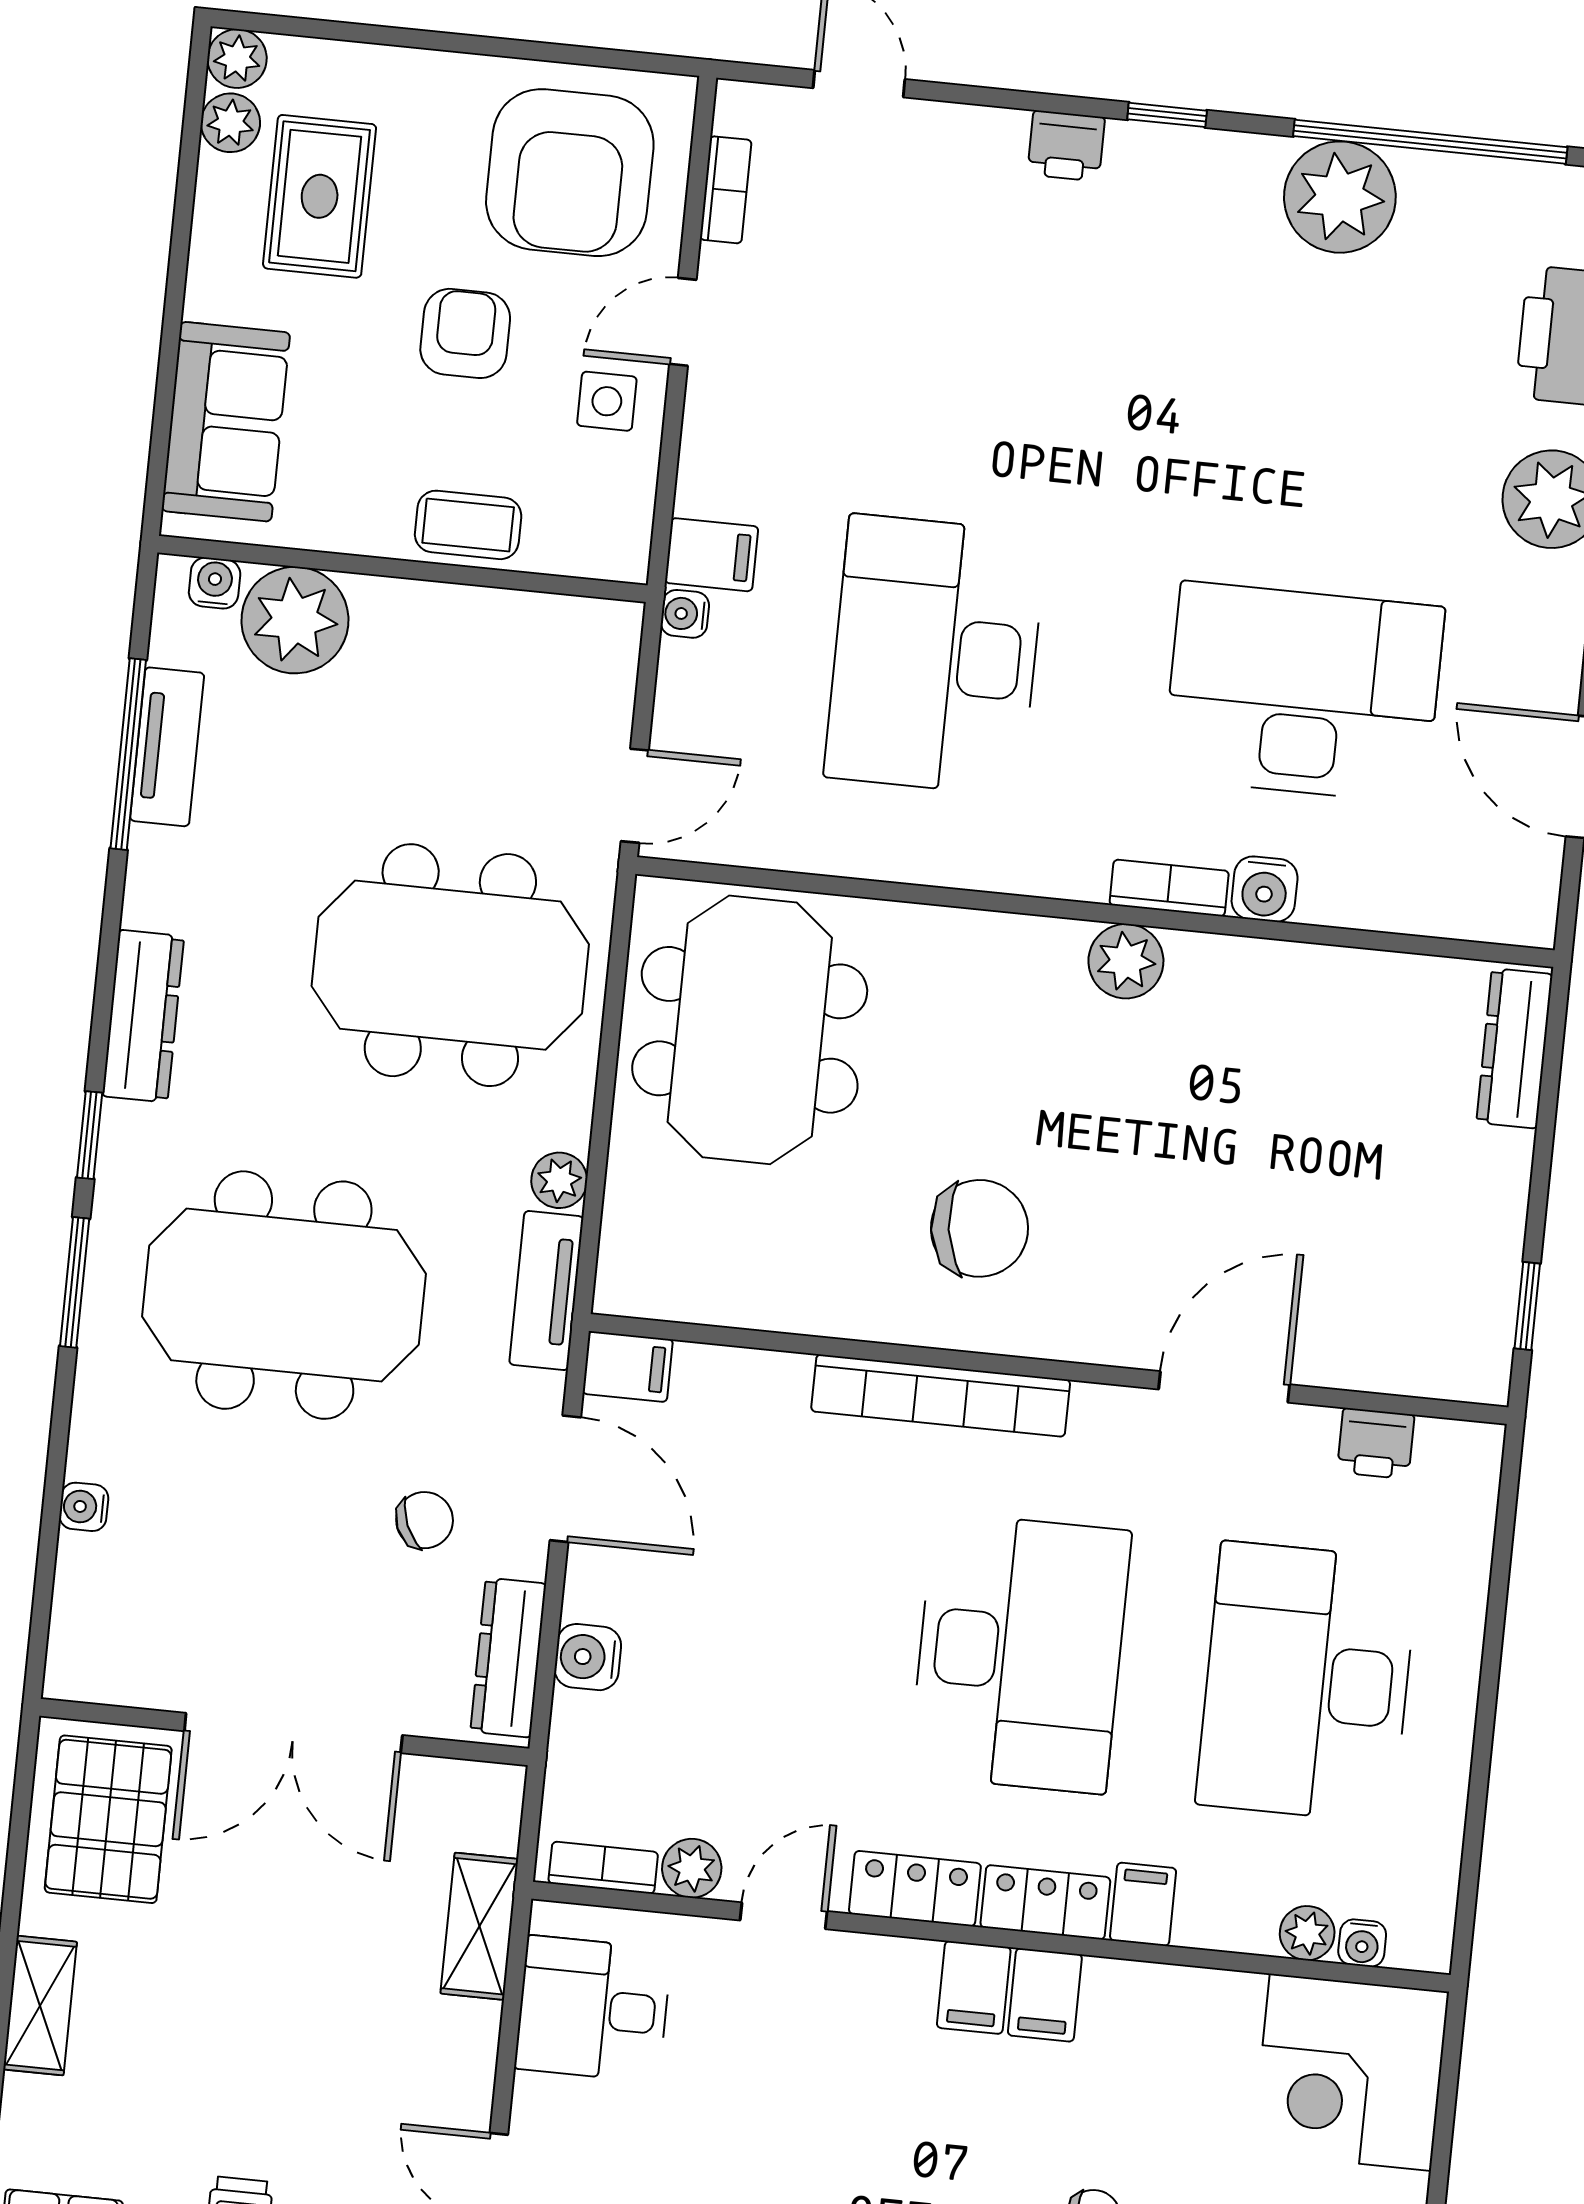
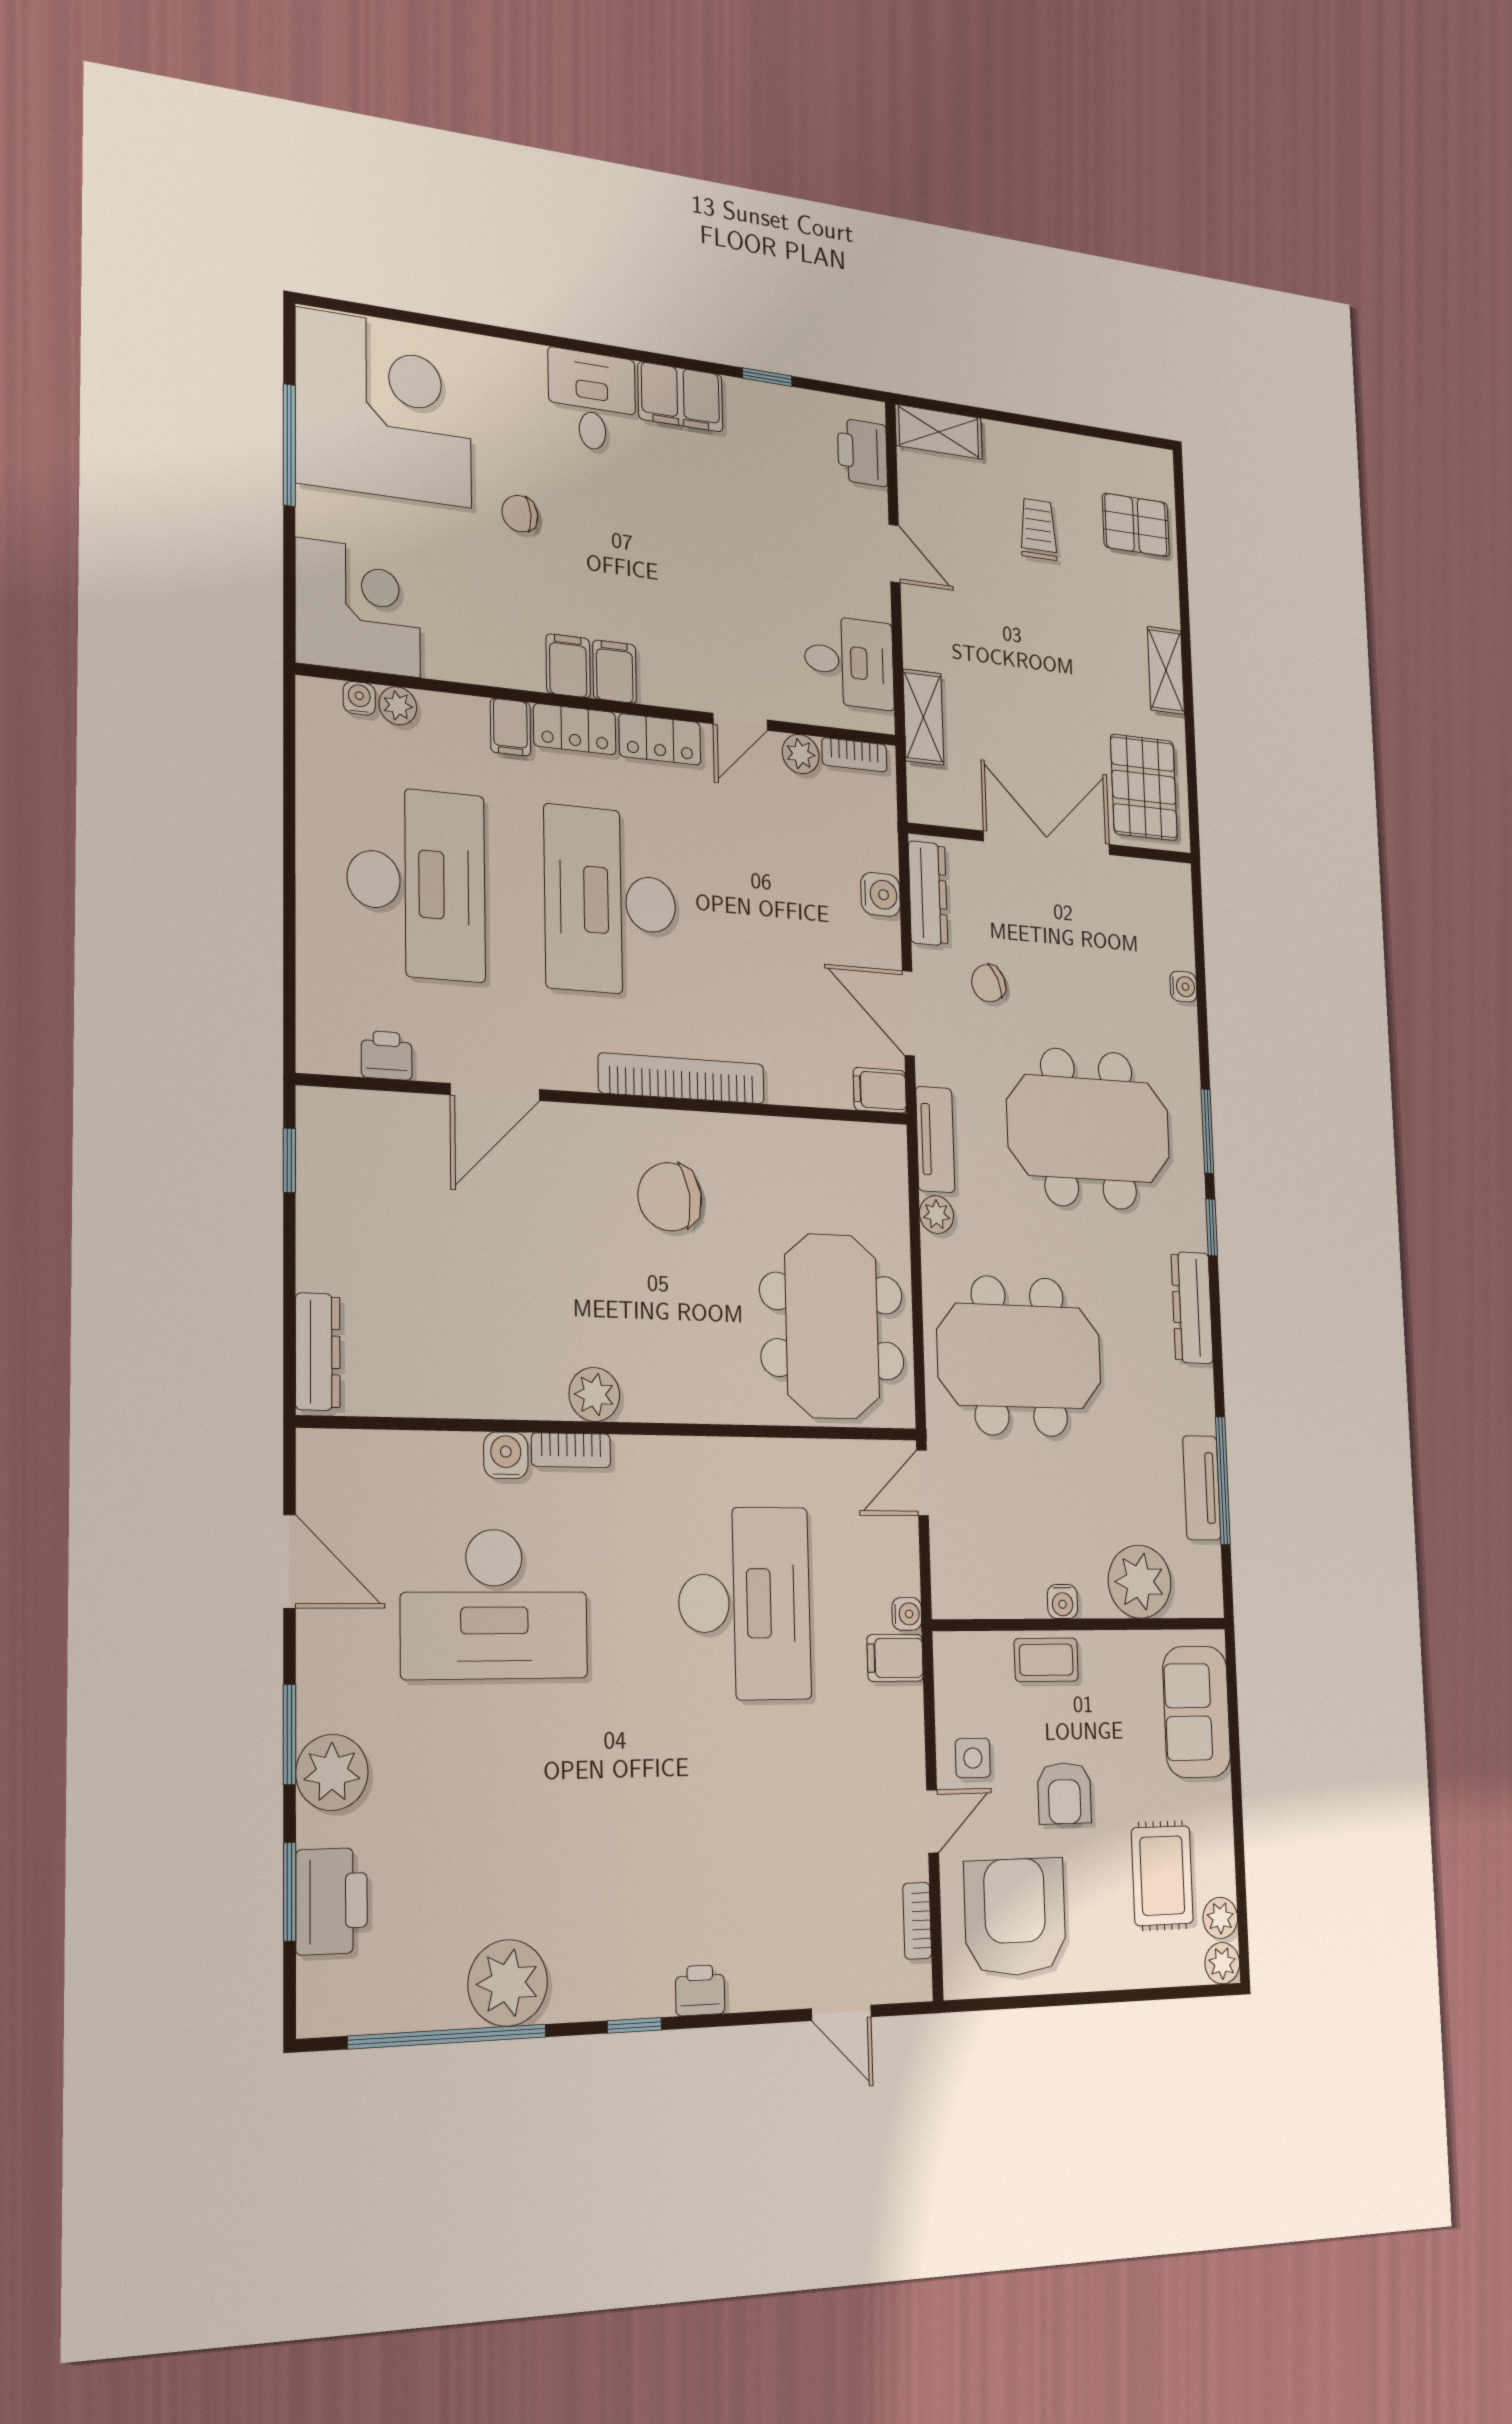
water cooler: (215, 583) -> (1062, 1602), moved

